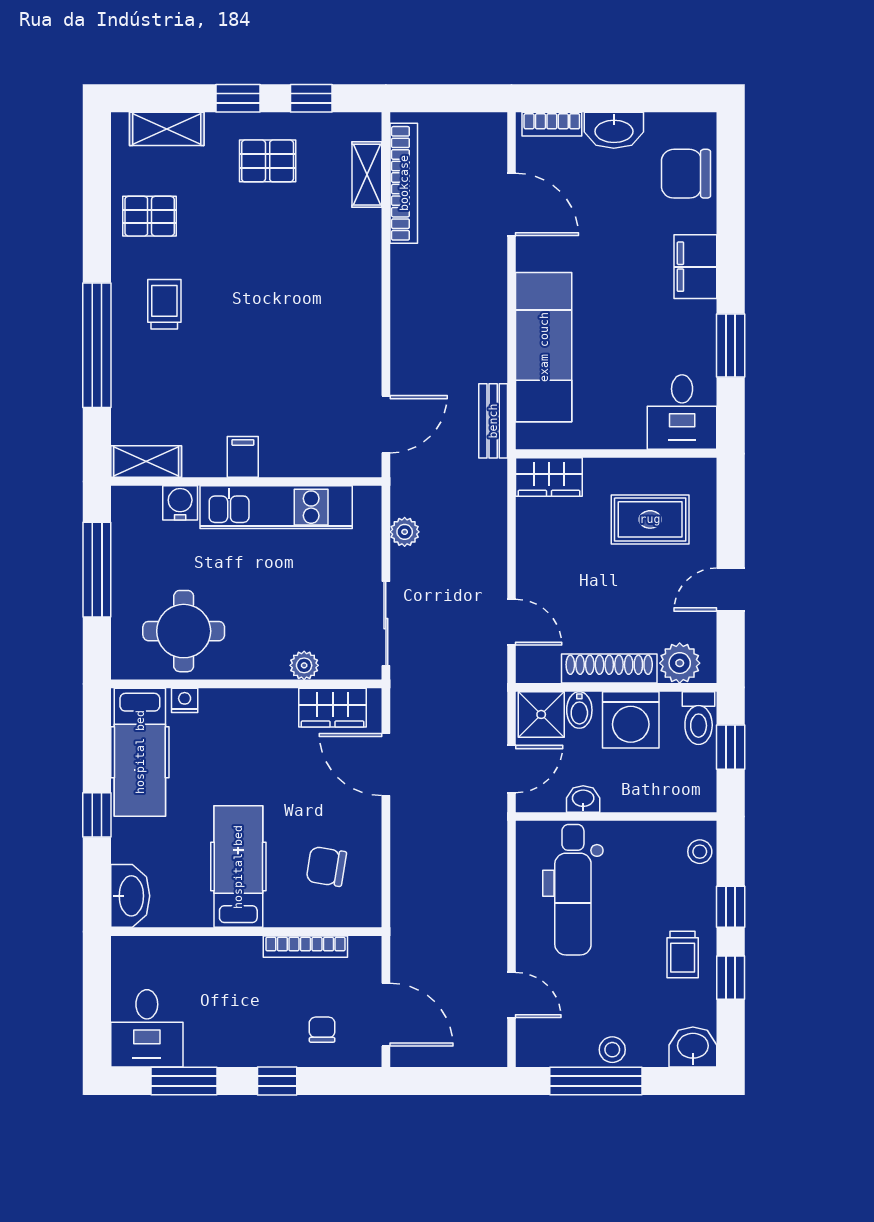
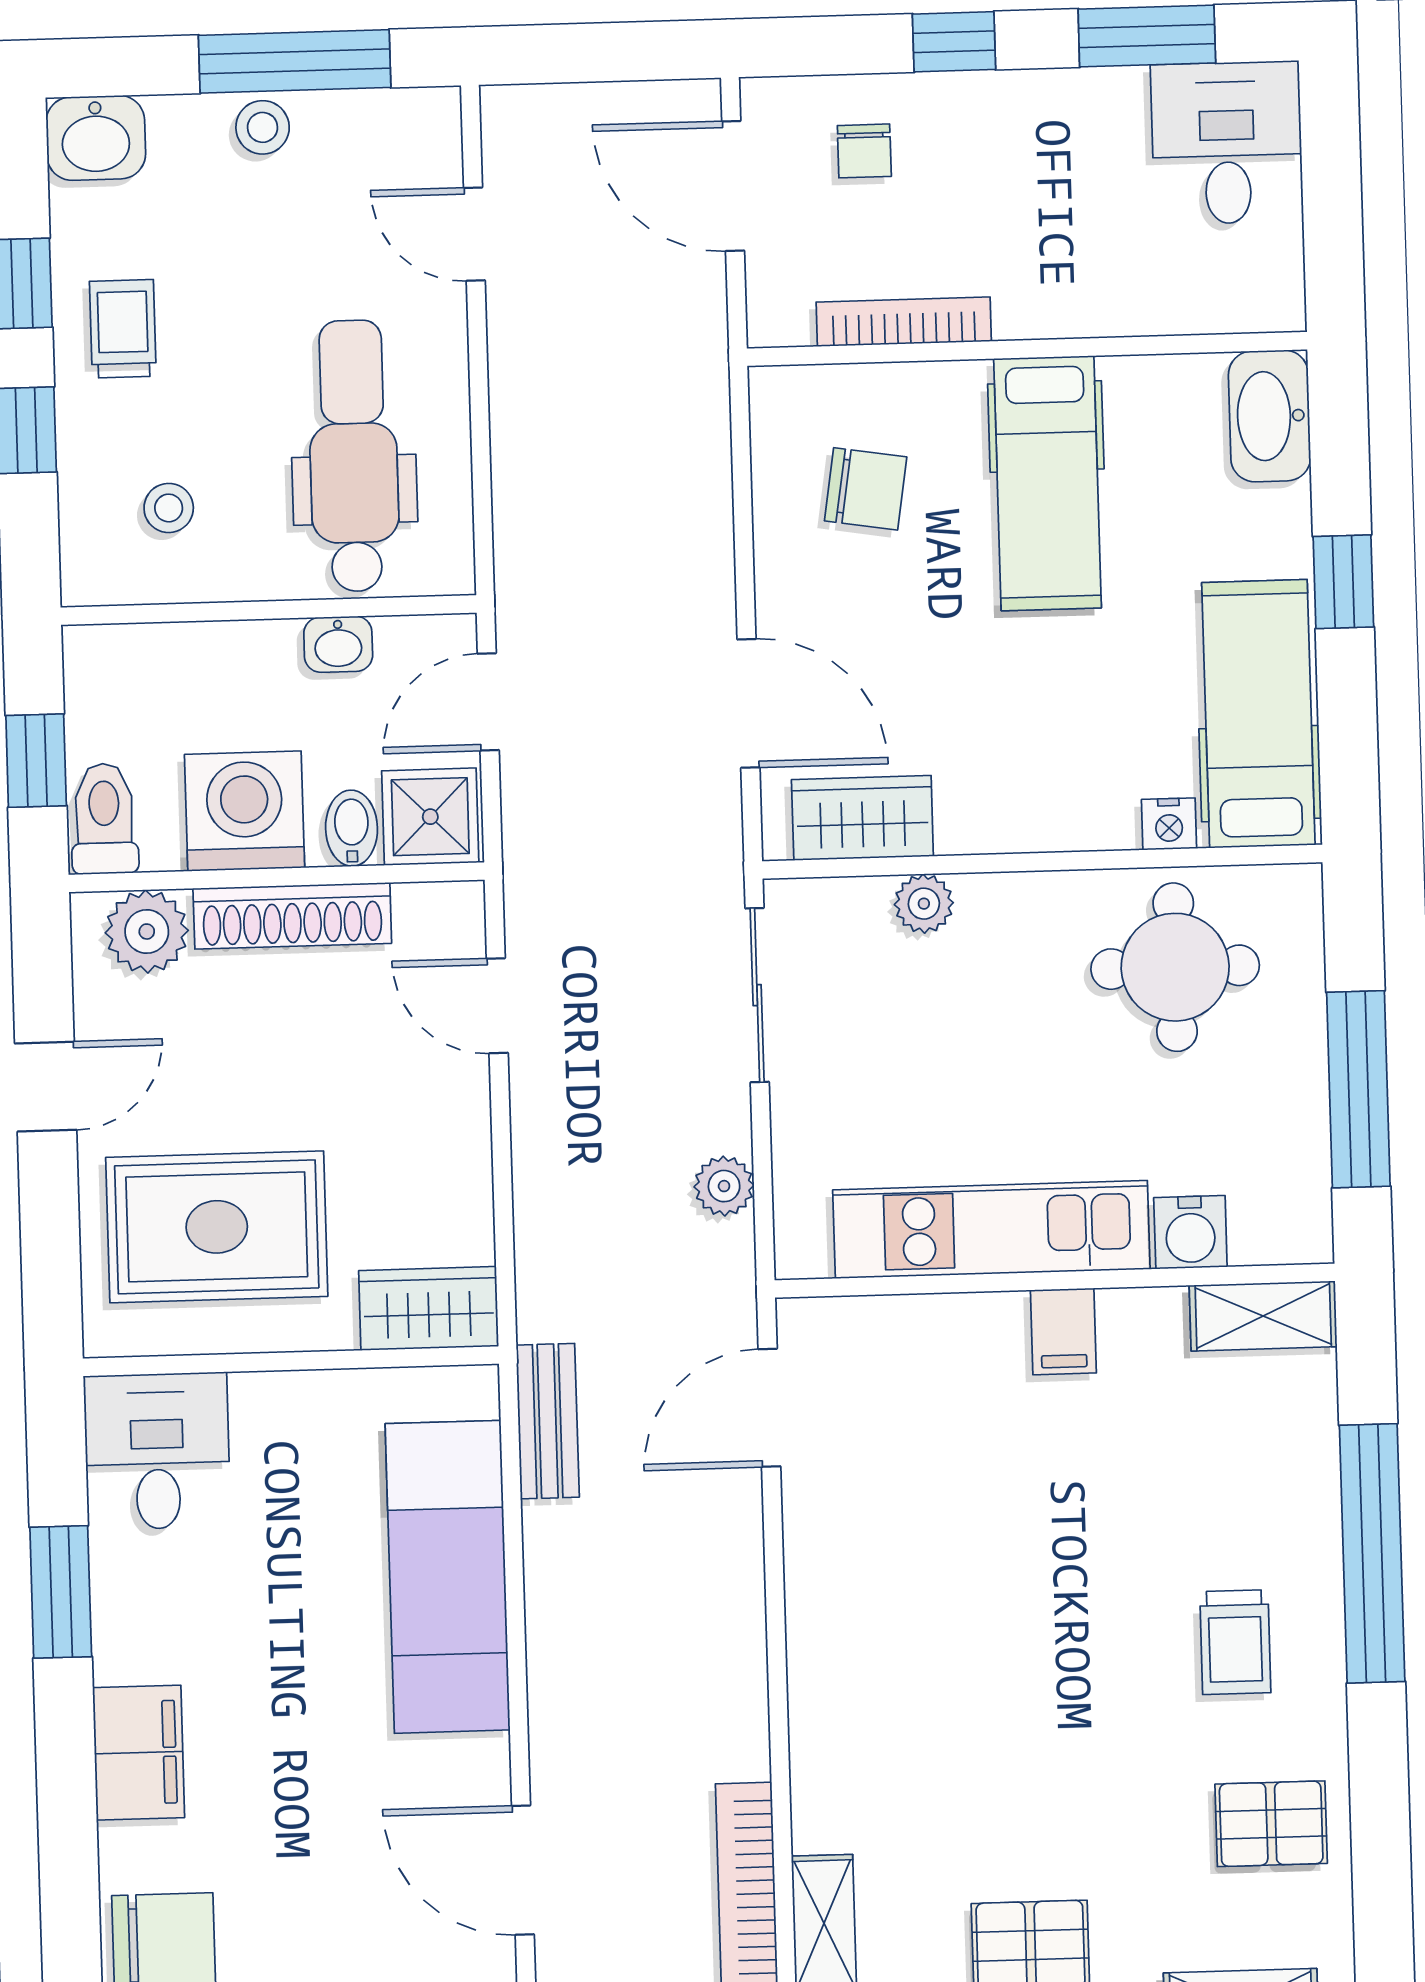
rug: (650, 519) -> (217, 1227), width x1.36, depth x1.43
stool: (700, 852) -> (169, 508), moved

